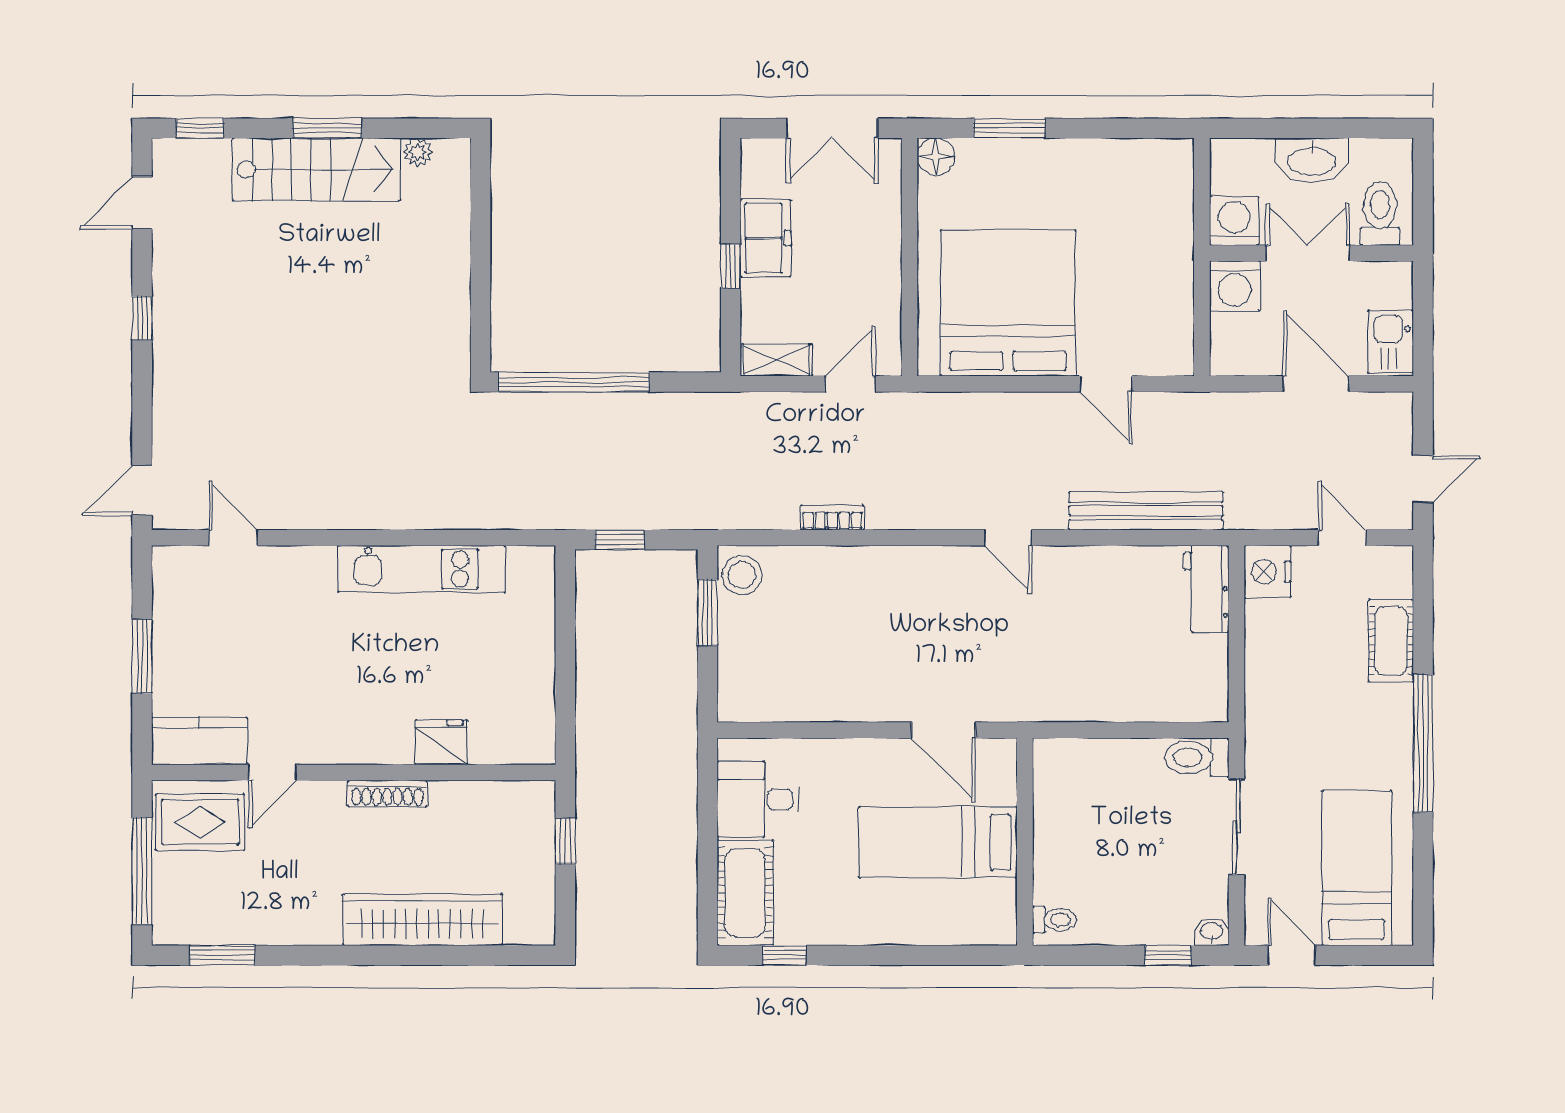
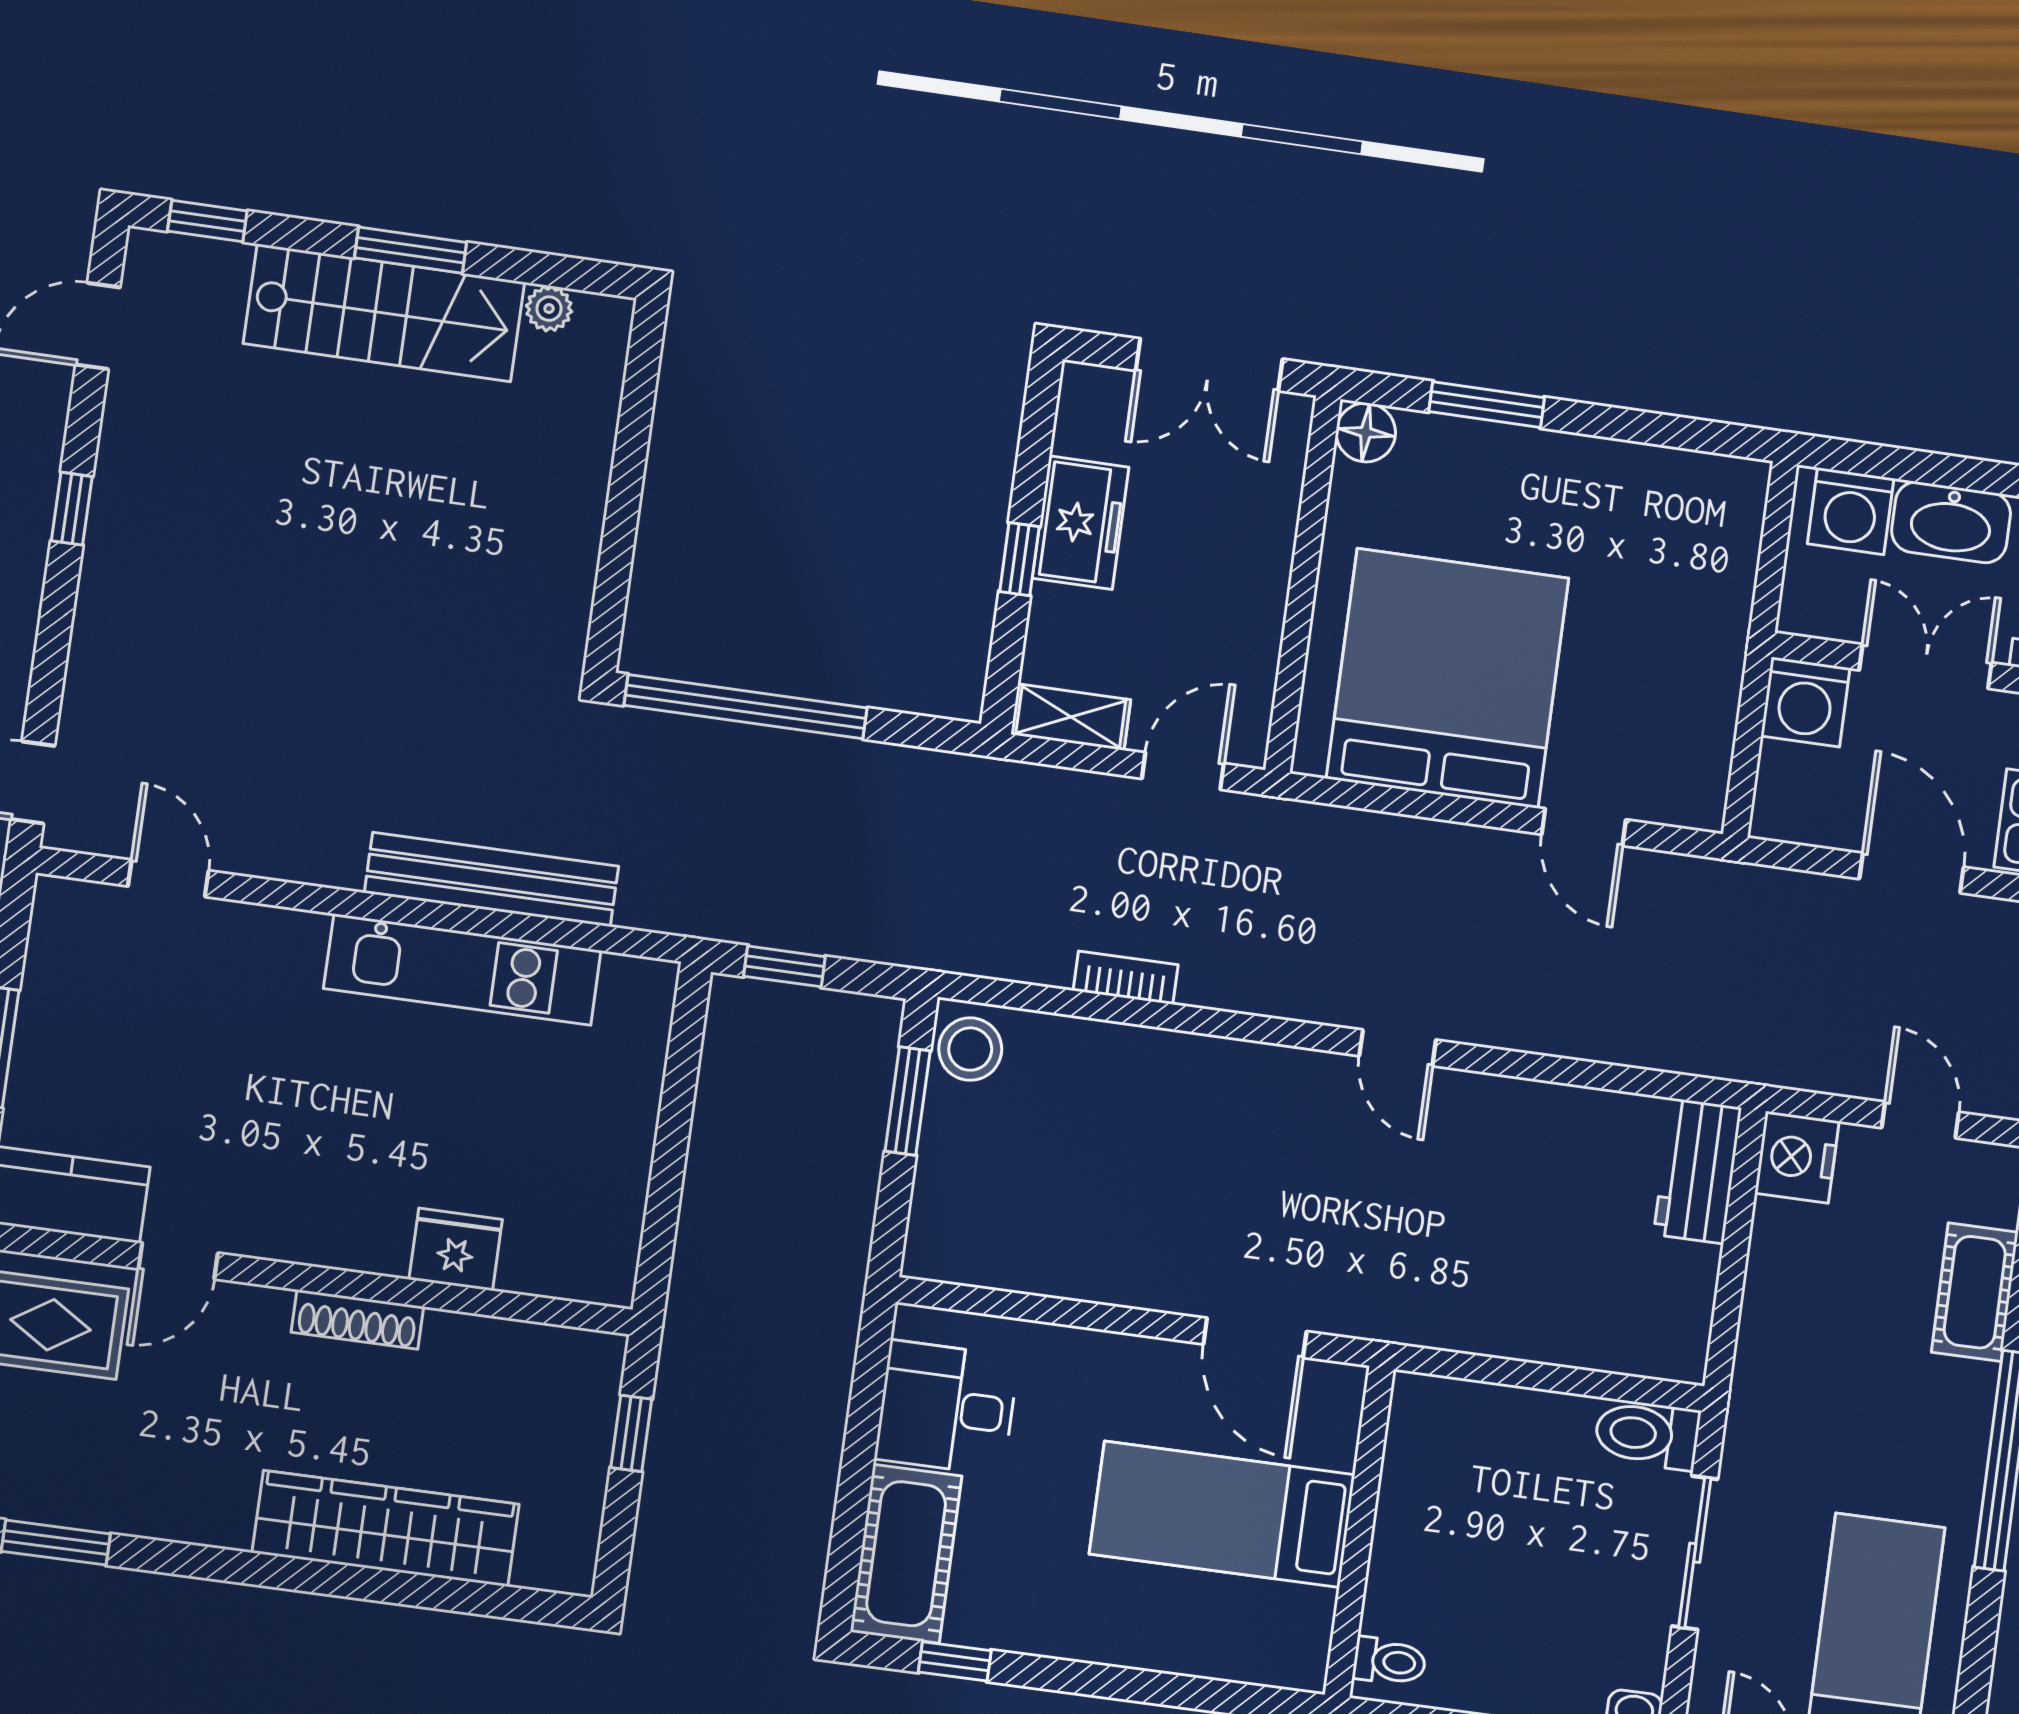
washing machine: (1234, 221) -> (1851, 511), moved, turned 180
bench: (1146, 511) -> (492, 879), moved

